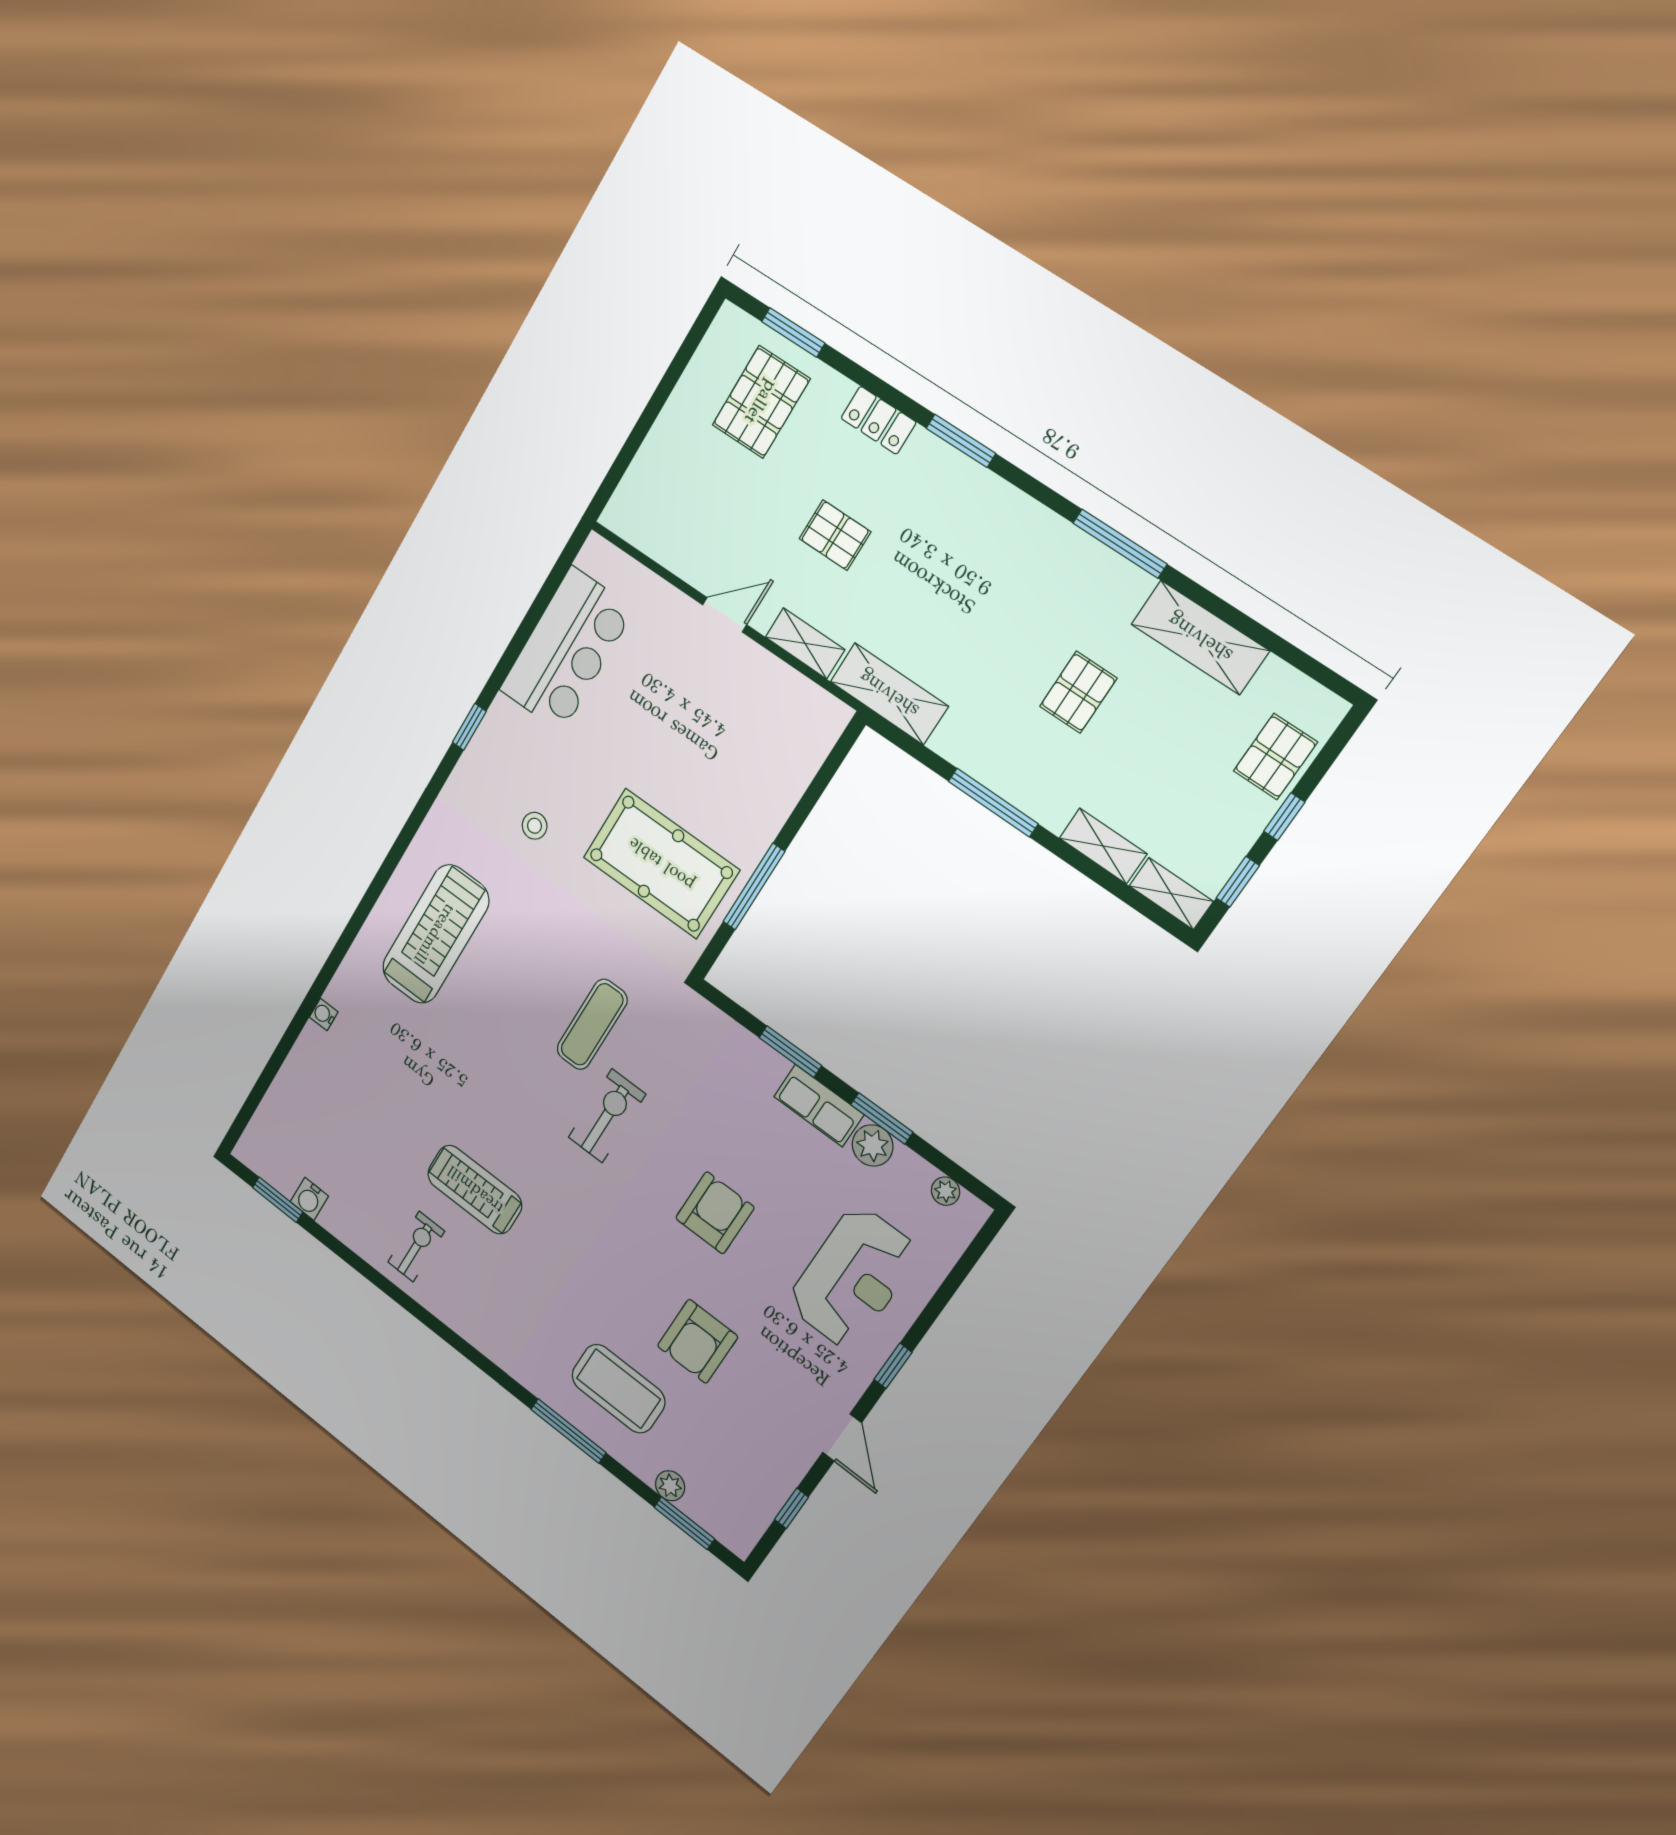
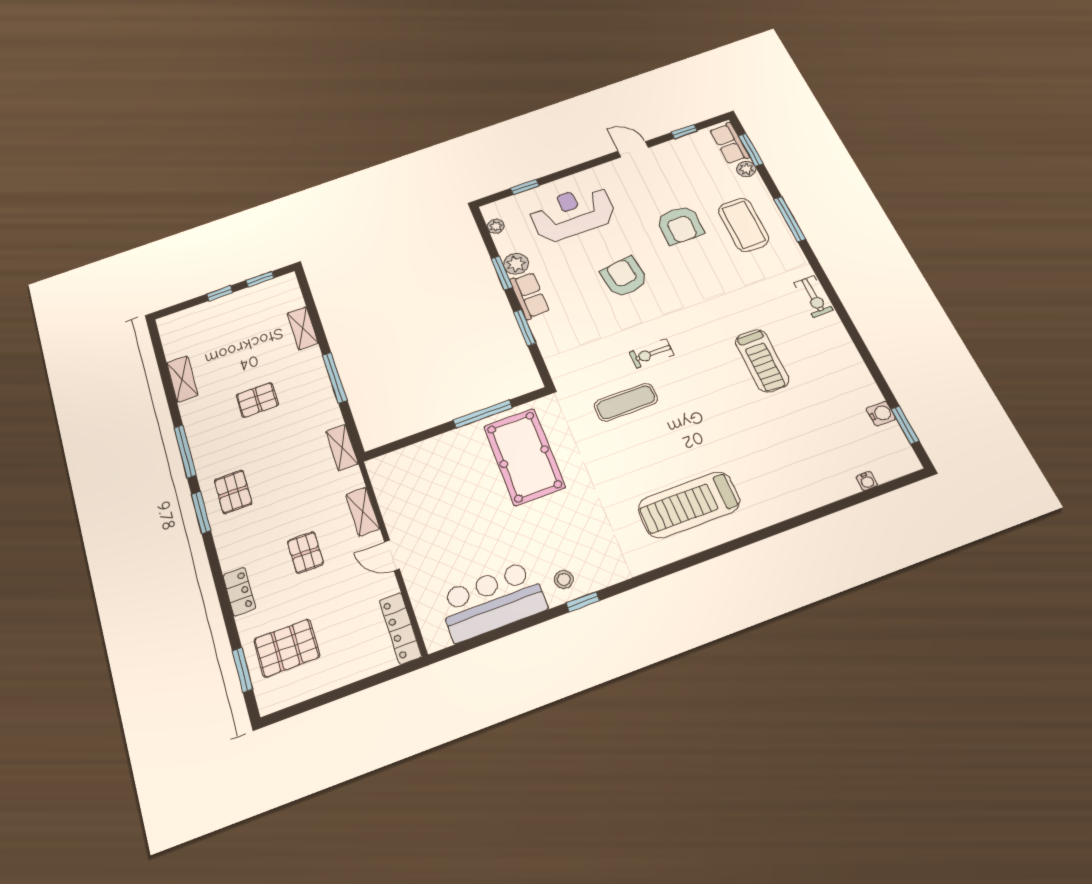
window: (961, 441) -> (201, 512), moved
locker: (646, 534) -> (400, 628), added
shelving: (1200, 638) -> (182, 379), width x0.67, depth x0.75
shelving: (889, 694) -> (342, 447), width x0.67, depth x0.75
pallet: (1275, 757) -> (233, 492), moved, turned 90
stool: (535, 826) -> (564, 579), moved
shelving: (1171, 894) -> (291, 291), removed
water cooler: (324, 1014) -> (867, 481), moved
exercise bike: (607, 1116) -> (651, 354), width x0.73, depth x0.72
armchair: (715, 1213) -> (624, 277), turned 82
exercise bike: (416, 1247) -> (814, 296), moved, turned -90
armchair: (698, 1341) -> (680, 225), turned 90
window: (893, 1366) -> (525, 187), moved
door: (842, 1438) -> (633, 149), hinge flipped
row of seats: (718, 1520) -> (730, 143), added

